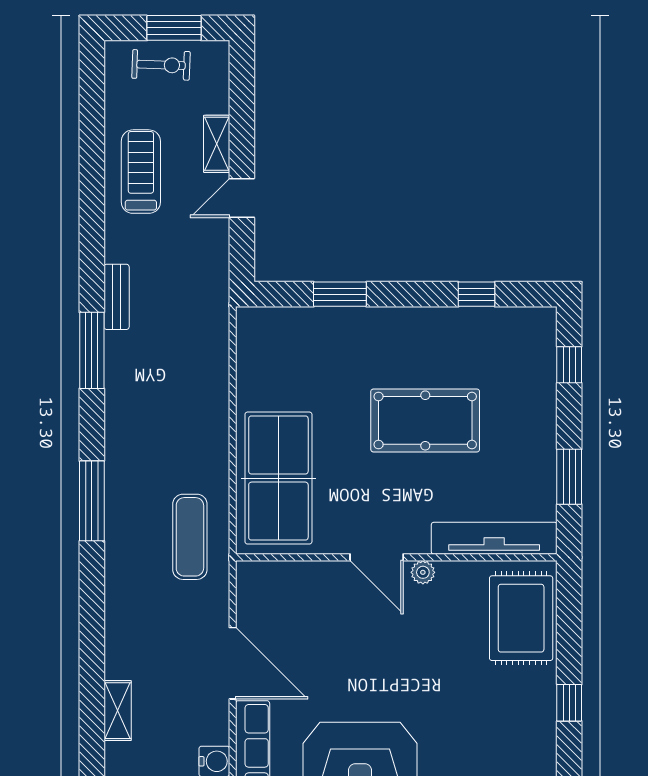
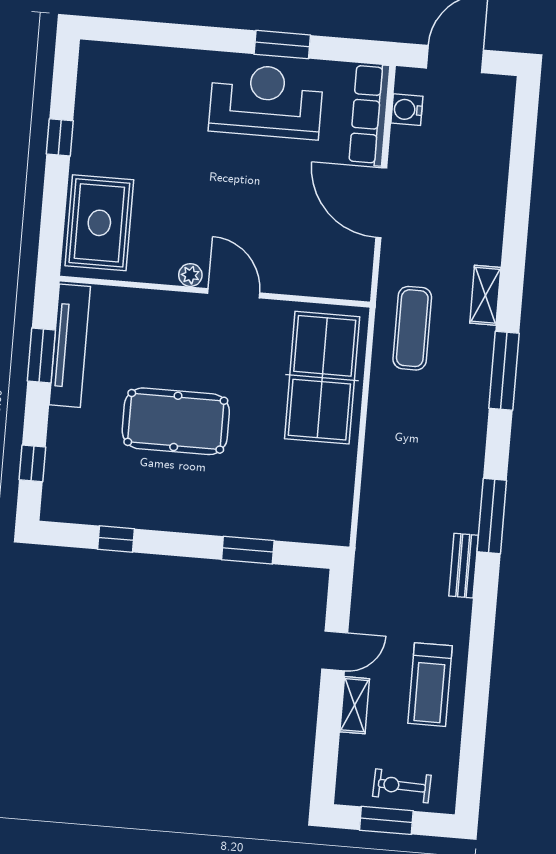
tv unit: (494, 538) -> (70, 346), moved, turned -90
shelving: (118, 711) -> (485, 295), moved

